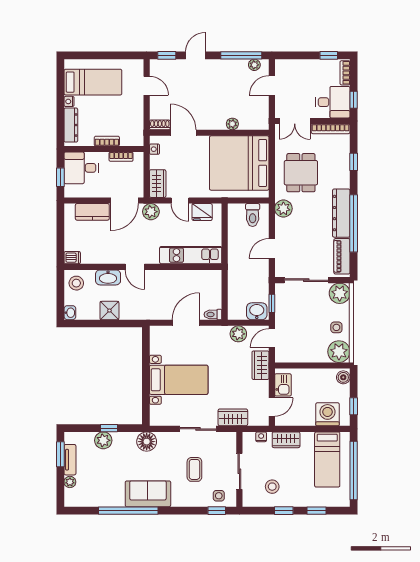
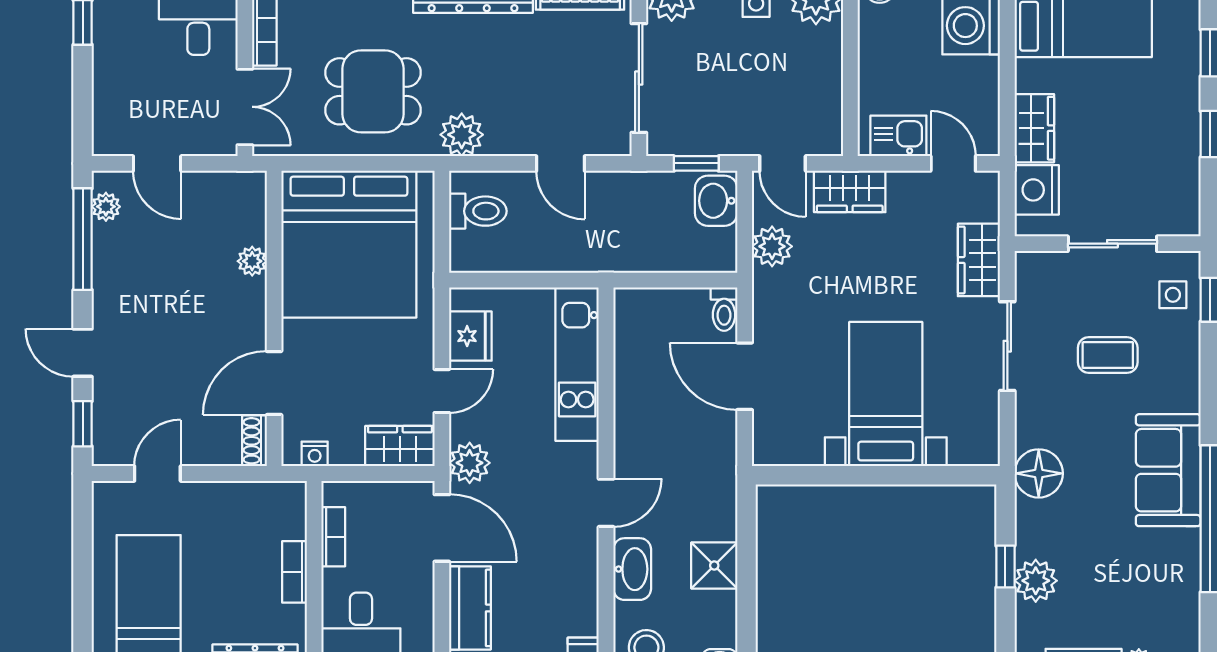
nightstand: (261, 437) -> (1037, 190), width x1.89, depth x1.79
stool: (272, 487) -> (1150, 162), removed

